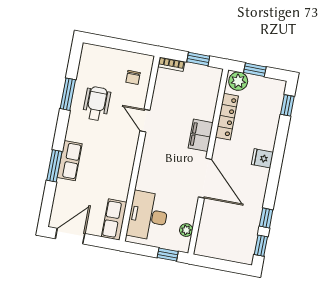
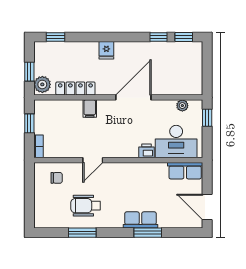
filing cabinet: (201, 135) -> (90, 109), width x0.50
printer: (144, 181) -> (146, 151), added

